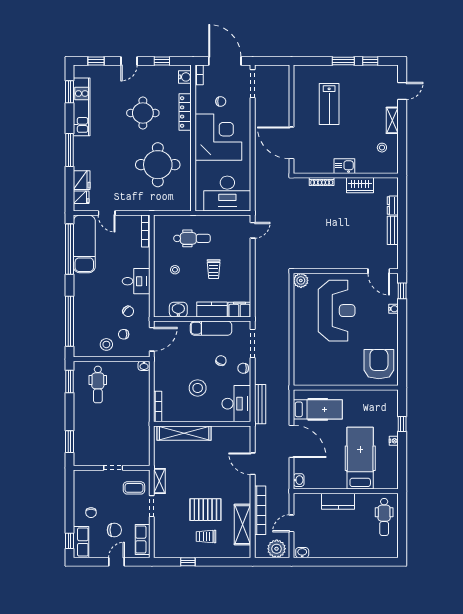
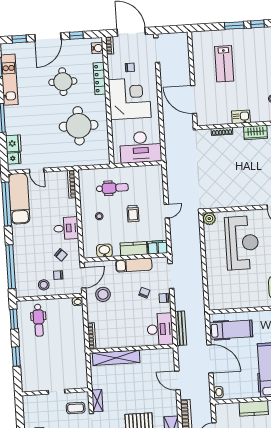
door: (129, 61) -> (48, 37), width x1.88
door: (253, 230) -> (167, 211), moved
stool: (198, 388) -> (103, 294), moved
window: (70, 442) -> (16, 356), moved

